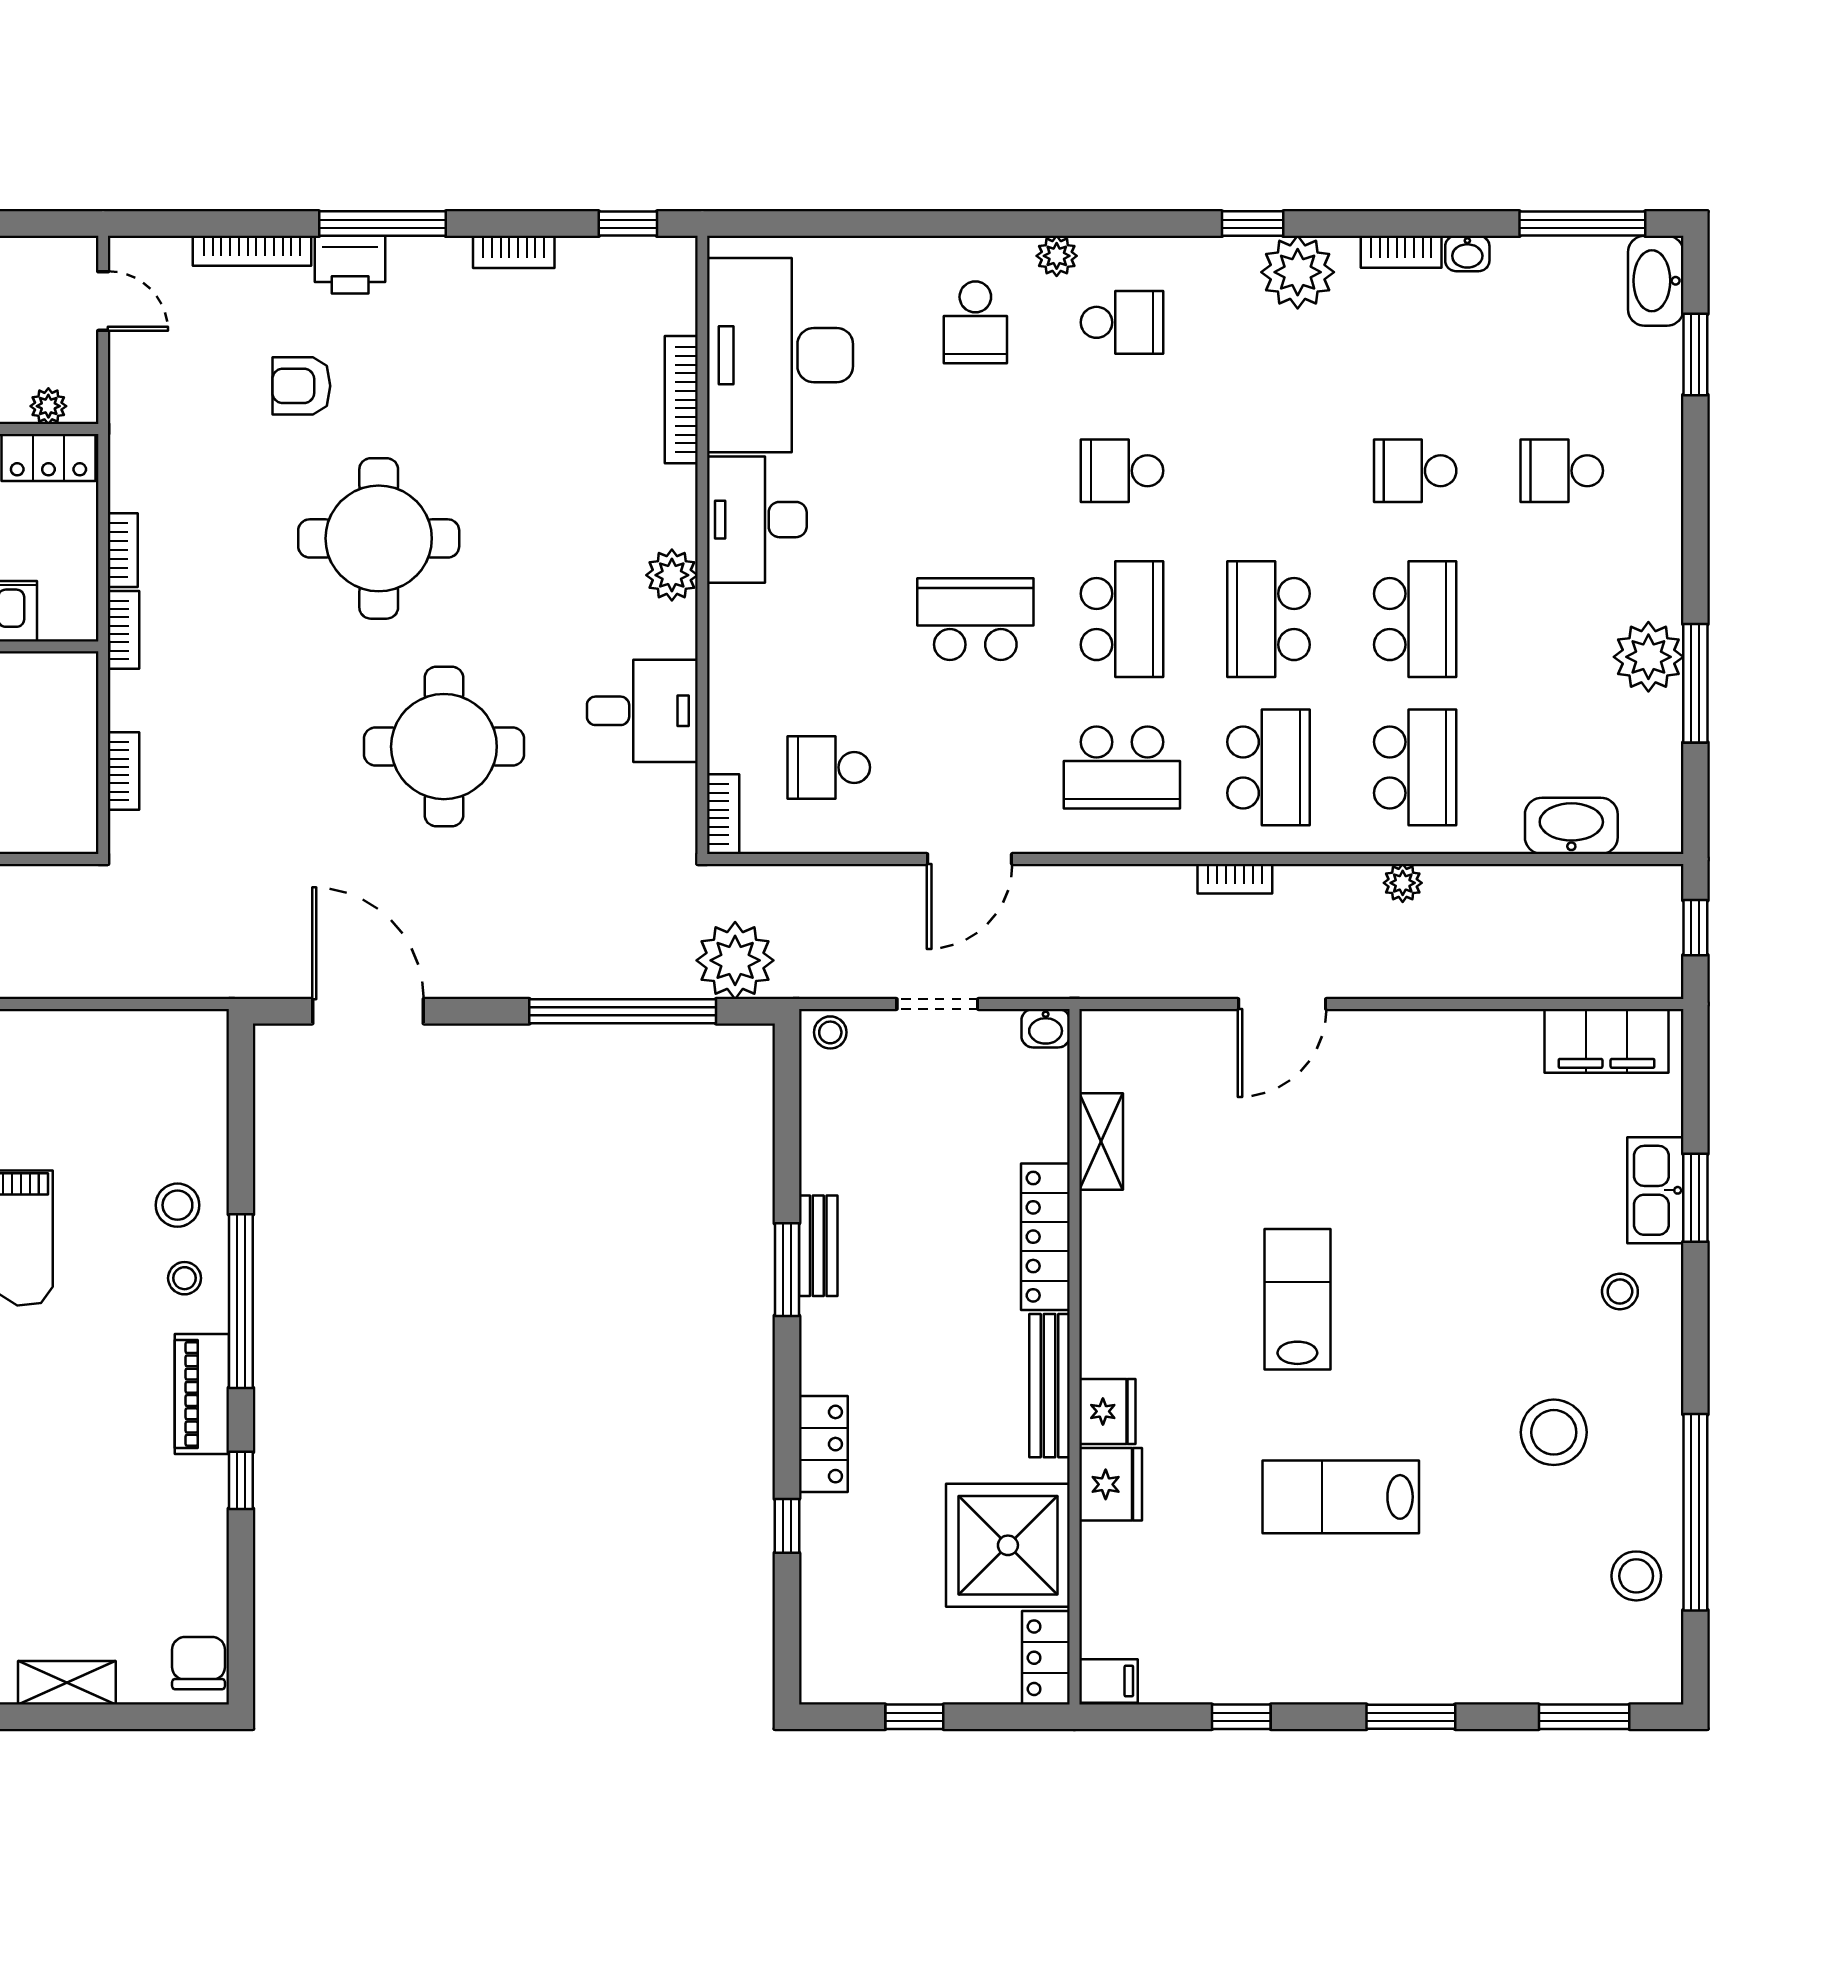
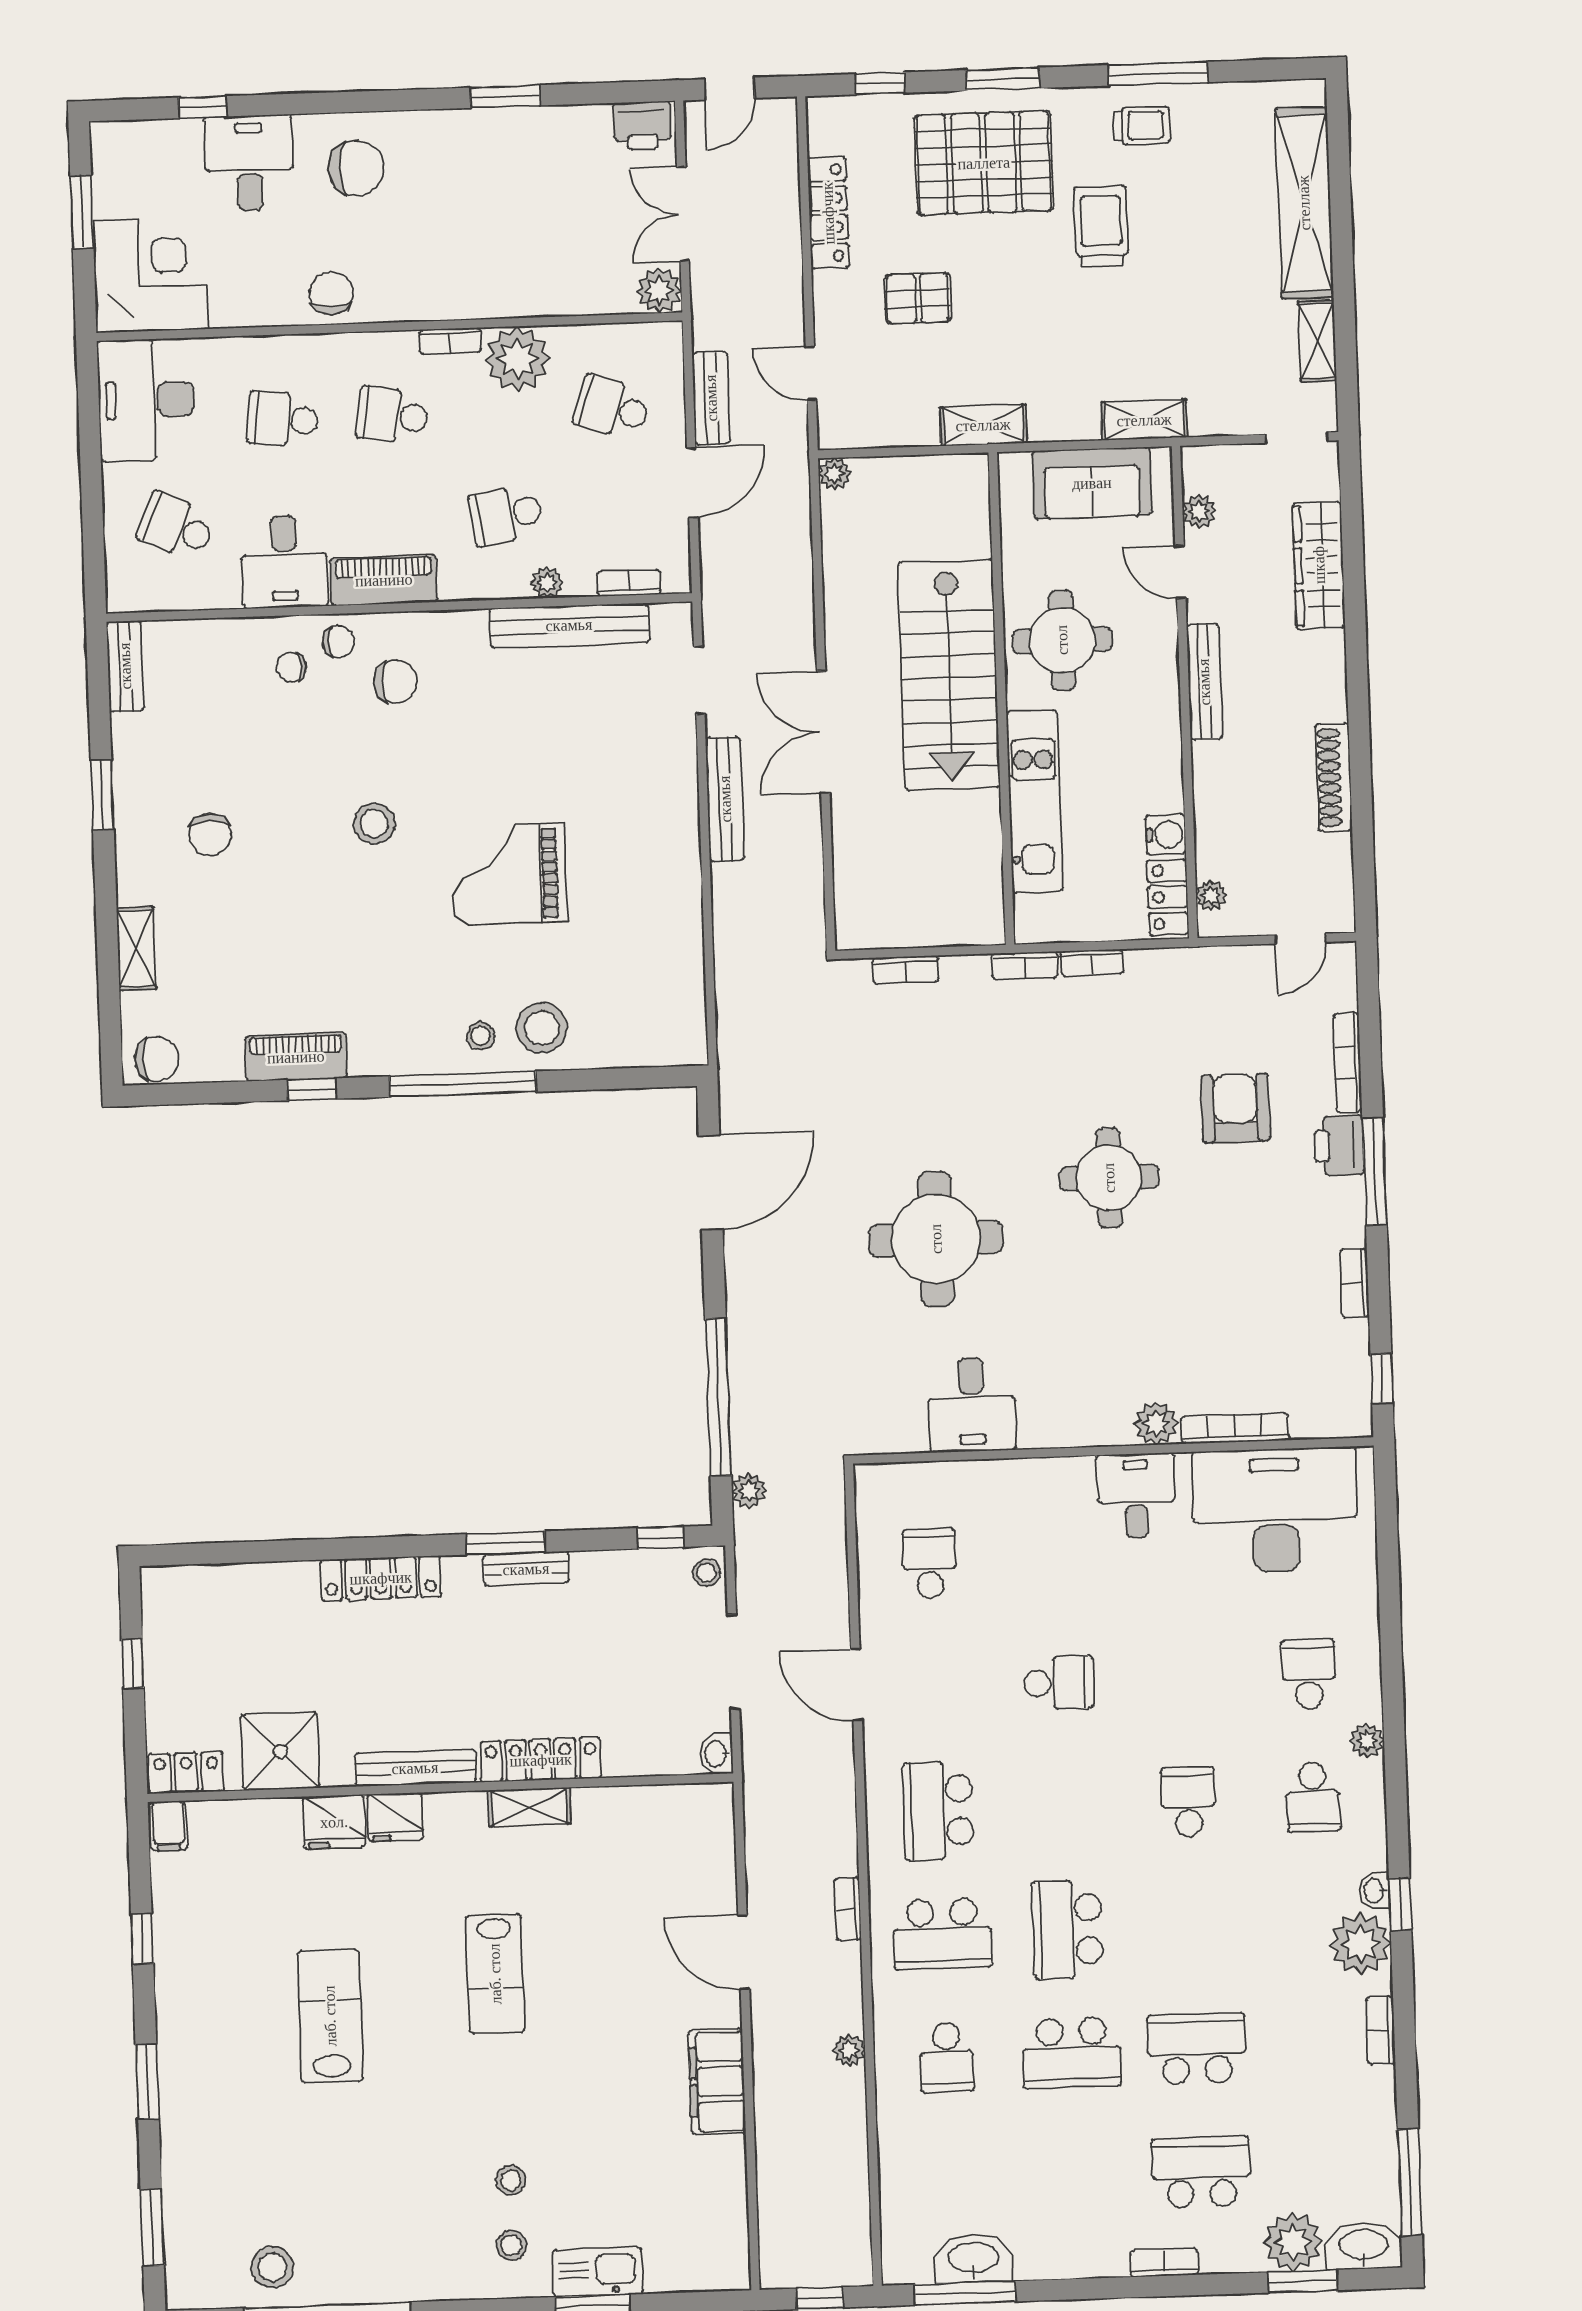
washbasin: (1467, 253) -> (1374, 1891), moved
school desk: (975, 322) -> (1309, 1674), turned 90
armchair: (301, 386) -> (1235, 1108), width x1.38, depth x1.38
school desk: (1415, 471) -> (1197, 2049), width x1.85
school desk: (1562, 471) -> (1201, 2172), width x1.85
desk: (757, 520) -> (1136, 1496), width x0.73
round table: (379, 538) -> (1109, 1178), width x0.73, depth x0.73
plant: (672, 575) -> (1156, 1423), moved
school desk: (975, 619) -> (1059, 1683), width x0.54
school desk: (1122, 619) -> (1063, 1806), removed
school desk: (1269, 619) -> (1067, 1930), turned -90
plant: (1648, 657) -> (1293, 2242), moved
window: (1695, 683) -> (965, 2293), moved
school desk: (1415, 767) -> (947, 2057), width x0.54
bookcase: (723, 814) -> (1164, 2262), moved, turned 180
washbasin: (1571, 826) -> (973, 2259), moved, turned -90
plant: (735, 960) -> (749, 1491), width x0.53, depth x0.53
doorway: (937, 1004) -> (734, 1662), width x1.38
filing cabinet: (1606, 1041) -> (717, 2081), moved
shelving: (1101, 1142) -> (529, 1807), moved
stool: (177, 1205) -> (542, 1028), width x1.38, depth x1.38
lab bench: (1297, 1299) -> (495, 1974), turned 90
piano: (202, 1394) -> (296, 1057), moved
stool: (1554, 1432) -> (511, 2180), moved, width x0.53, depth x0.53
locker: (823, 1444) -> (381, 1578), width x1.53
window: (787, 1526) -> (660, 1538), moved
shower: (1008, 1545) -> (280, 1751), width x0.73, depth x0.73

